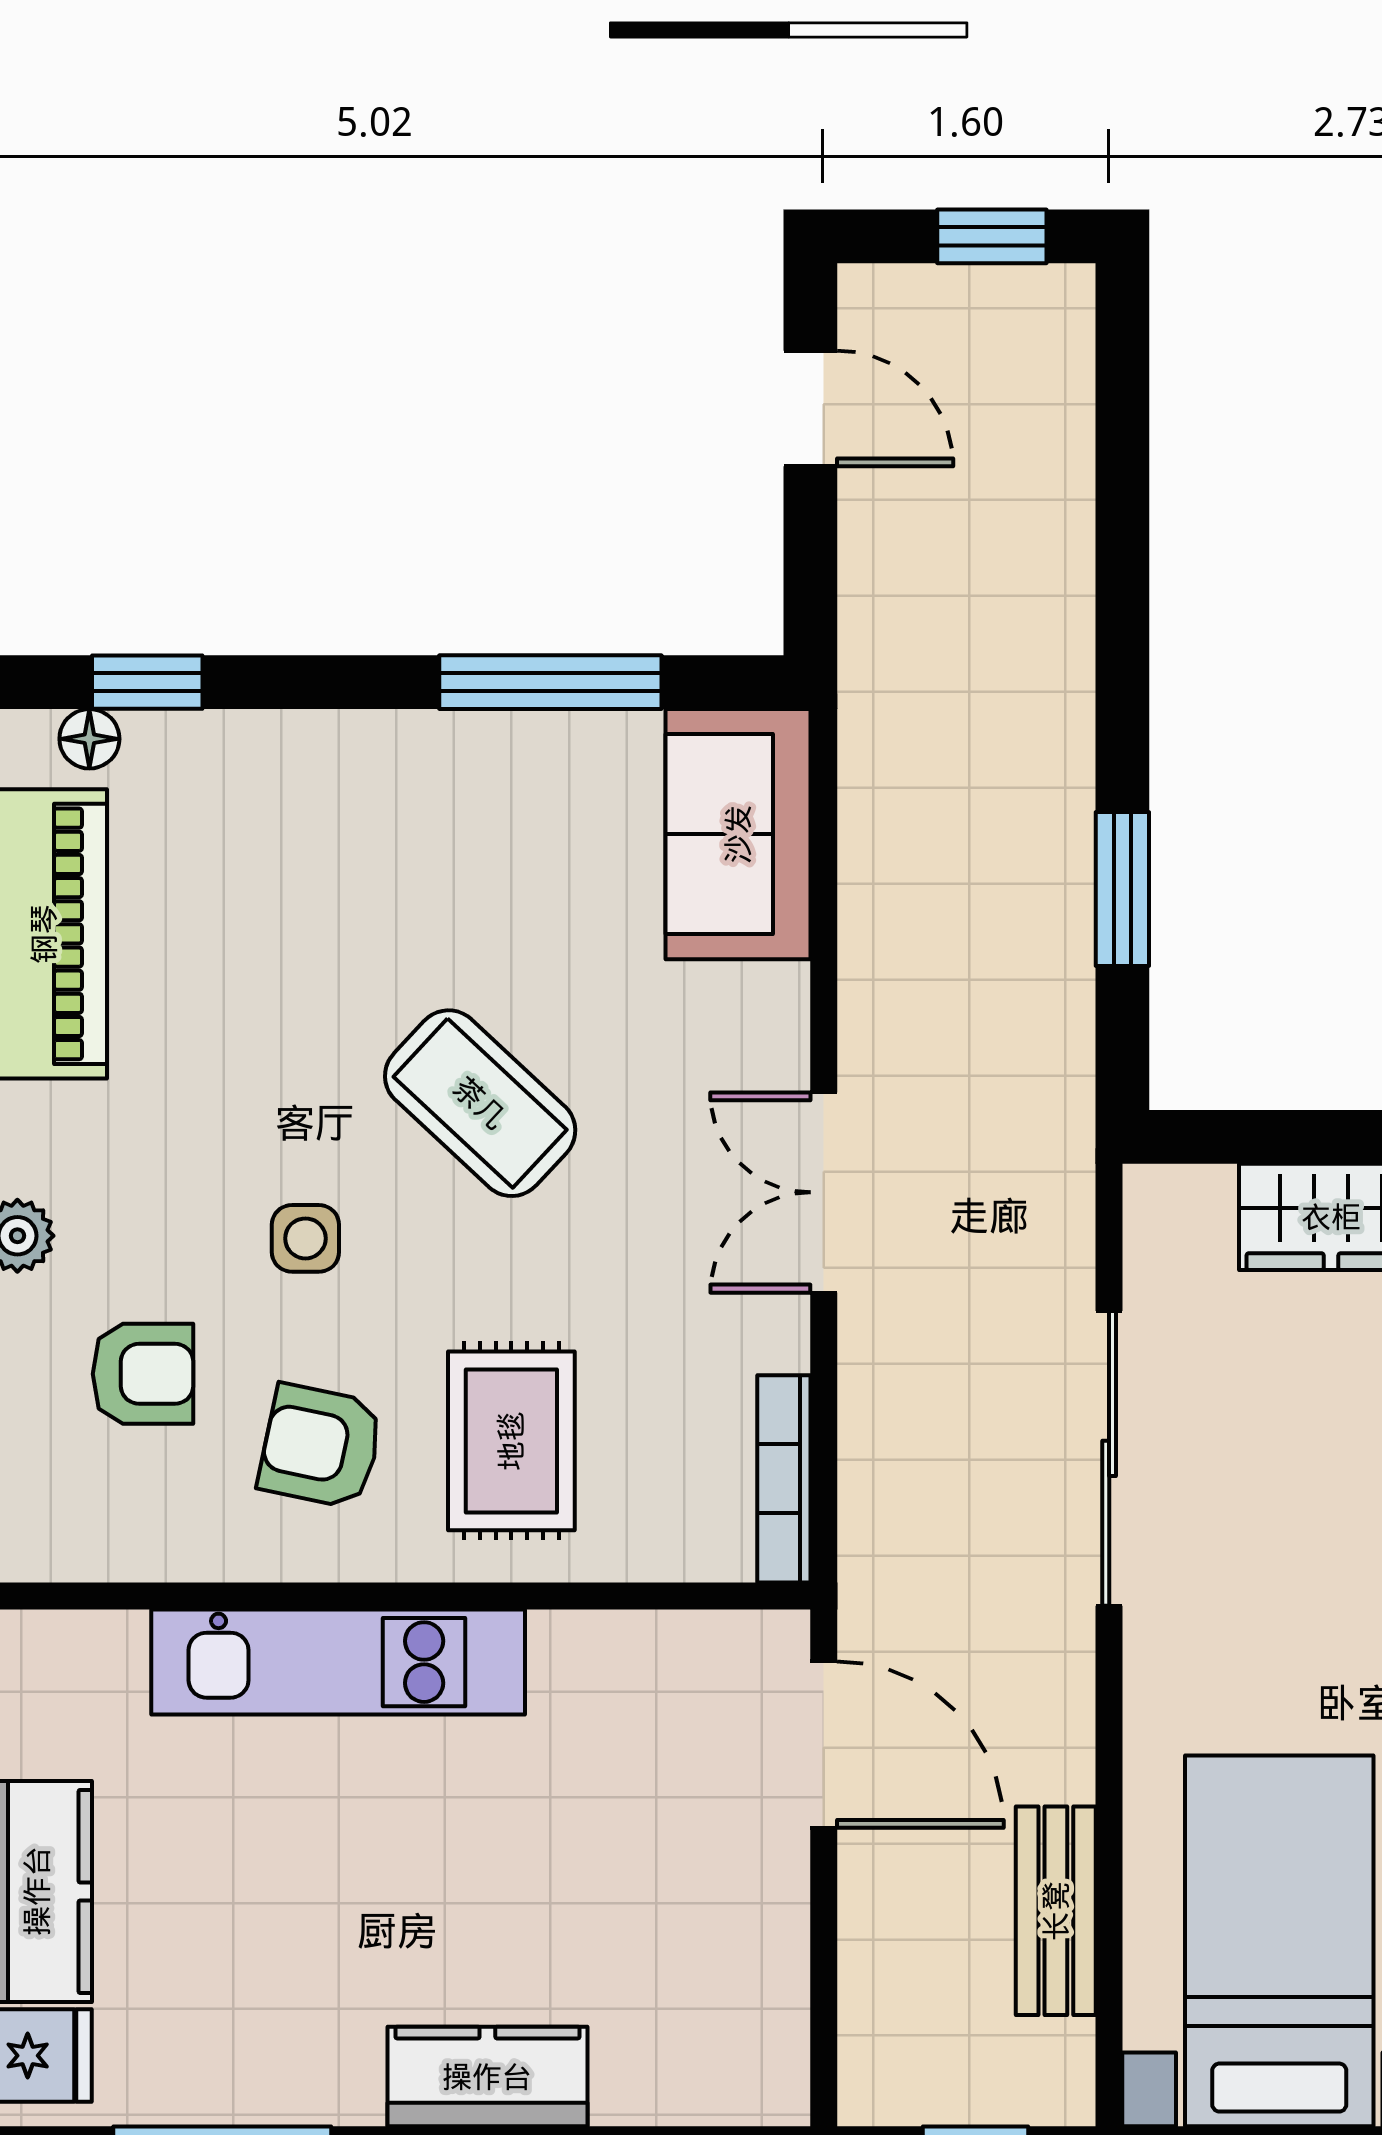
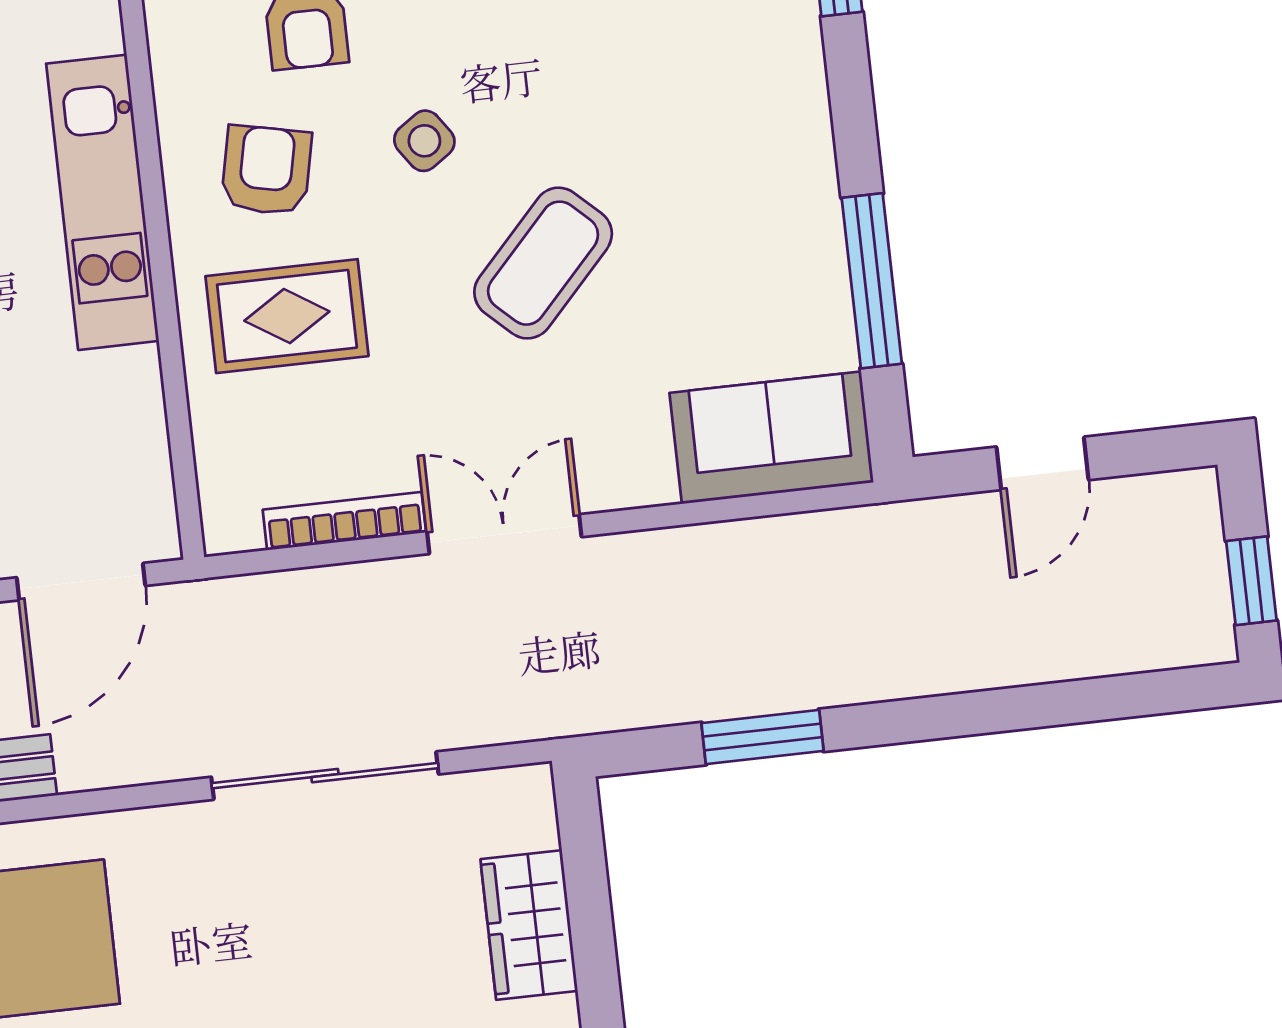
door: (810, 409) -> (1043, 463), moved
side table: (305, 1238) -> (424, 141), turned -35
bookcase: (784, 1479) -> (344, 521), moved

